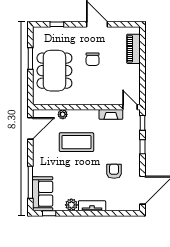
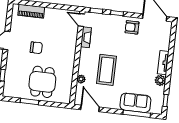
dining table: (54, 71) -> (42, 82), width x0.73
door: (130, 107) -> (81, 20), hinge flipped
armchair: (114, 171) -> (132, 27), moved
sofa: (43, 194) -> (135, 103), moved

